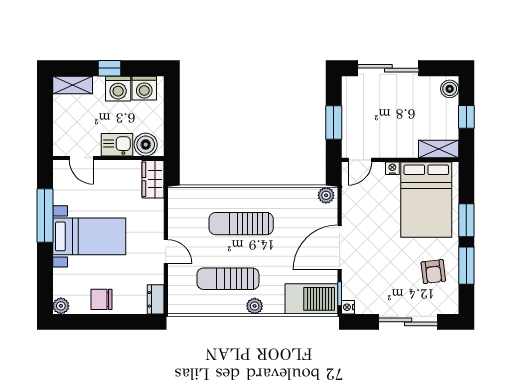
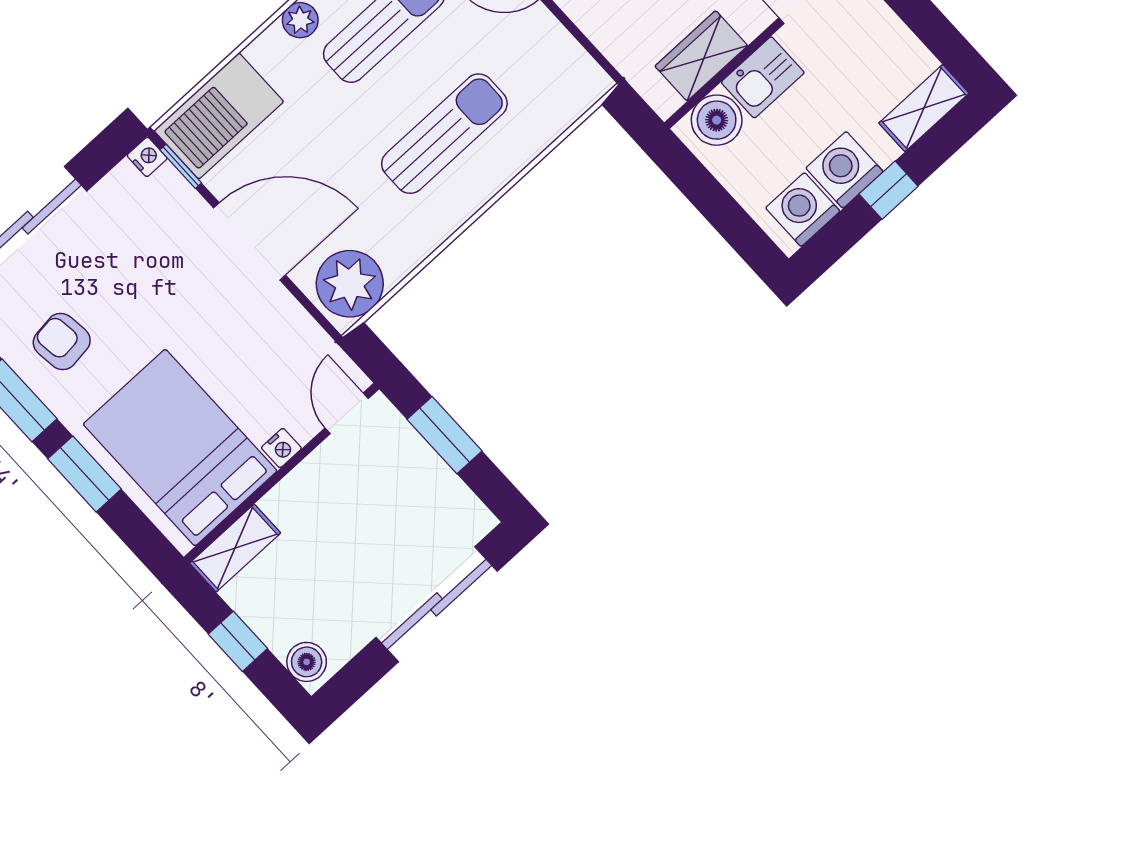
wardrobe: (153, 179) -> (701, 56), moved, turned -90
plant: (326, 195) -> (350, 284), width x1.87, depth x1.87
door: (340, 247) -> (250, 241), hinge flipped

